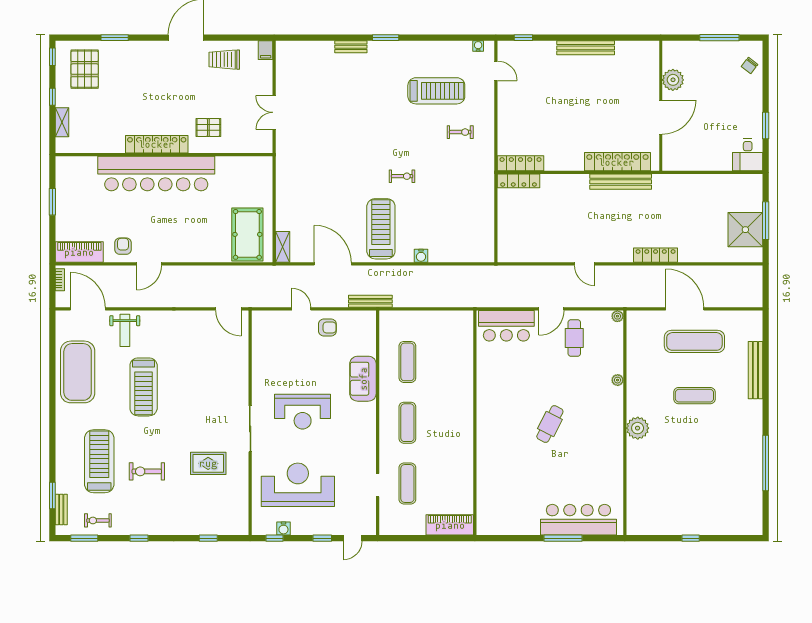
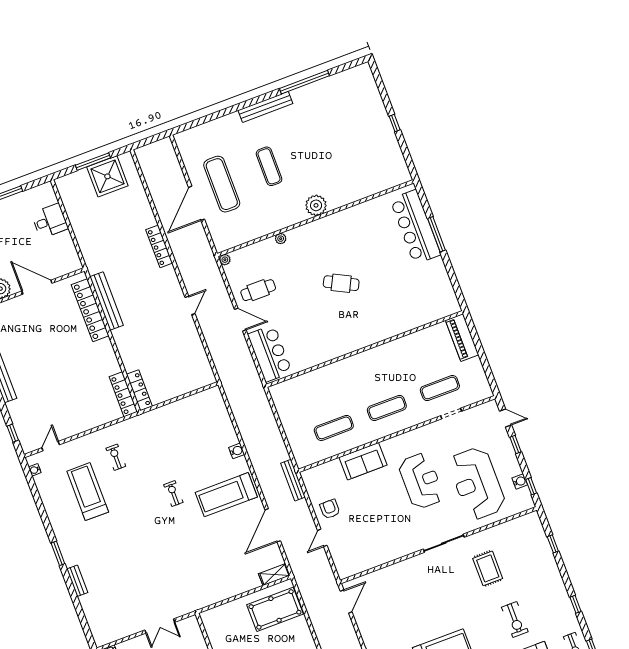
desk: (748, 155) -> (50, 221), moved
bench: (755, 370) -> (265, 107), moved
reception desk: (303, 412) -> (421, 481), moved

